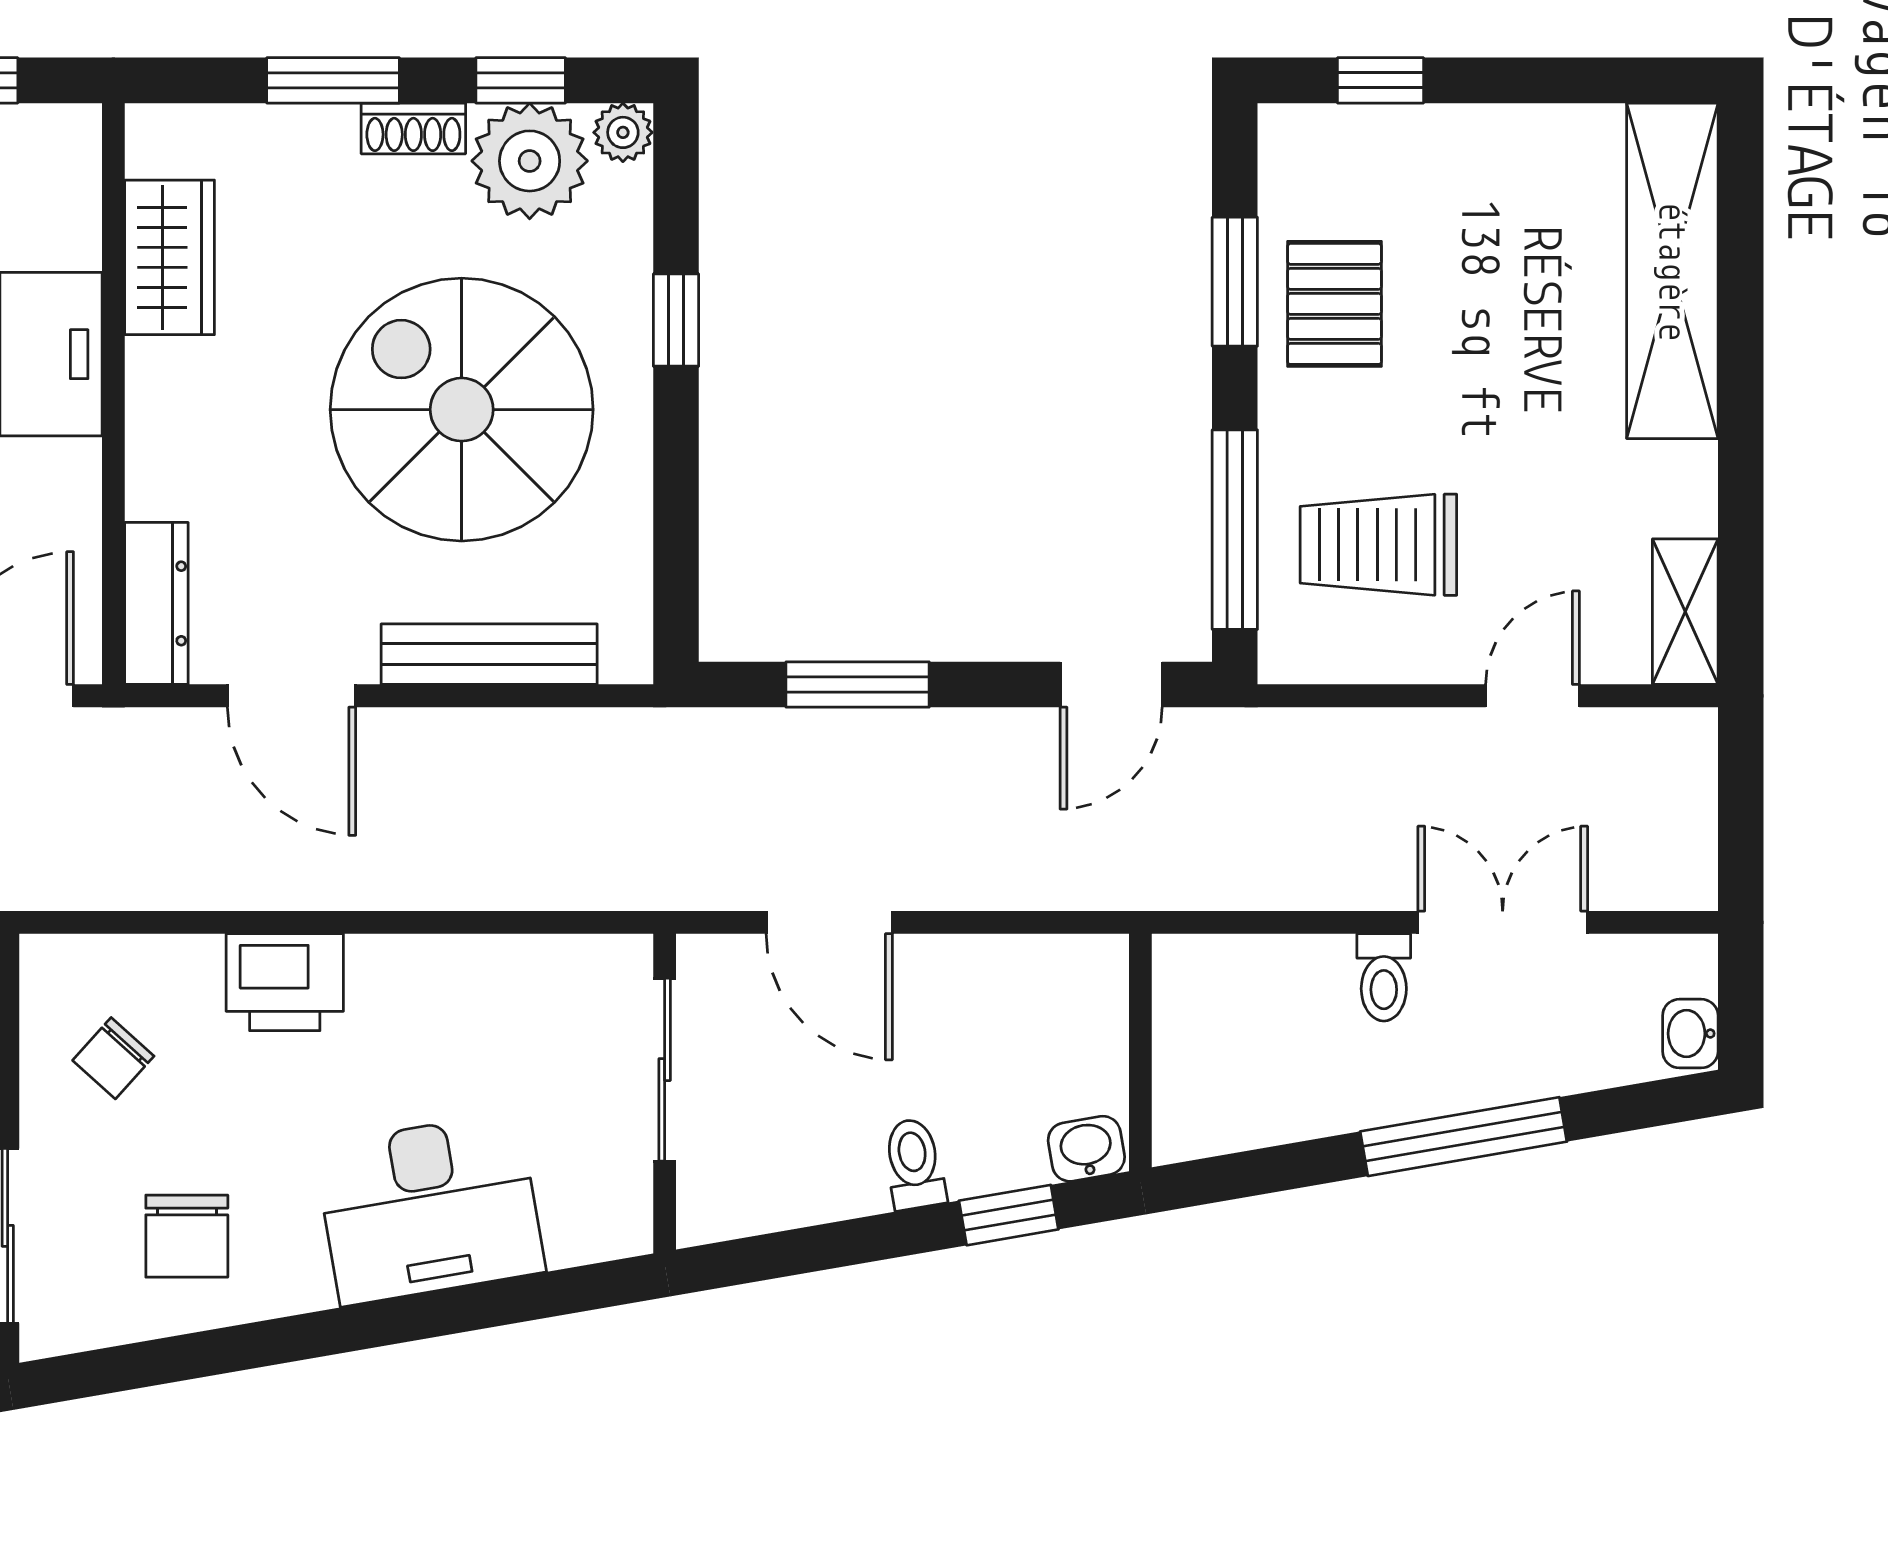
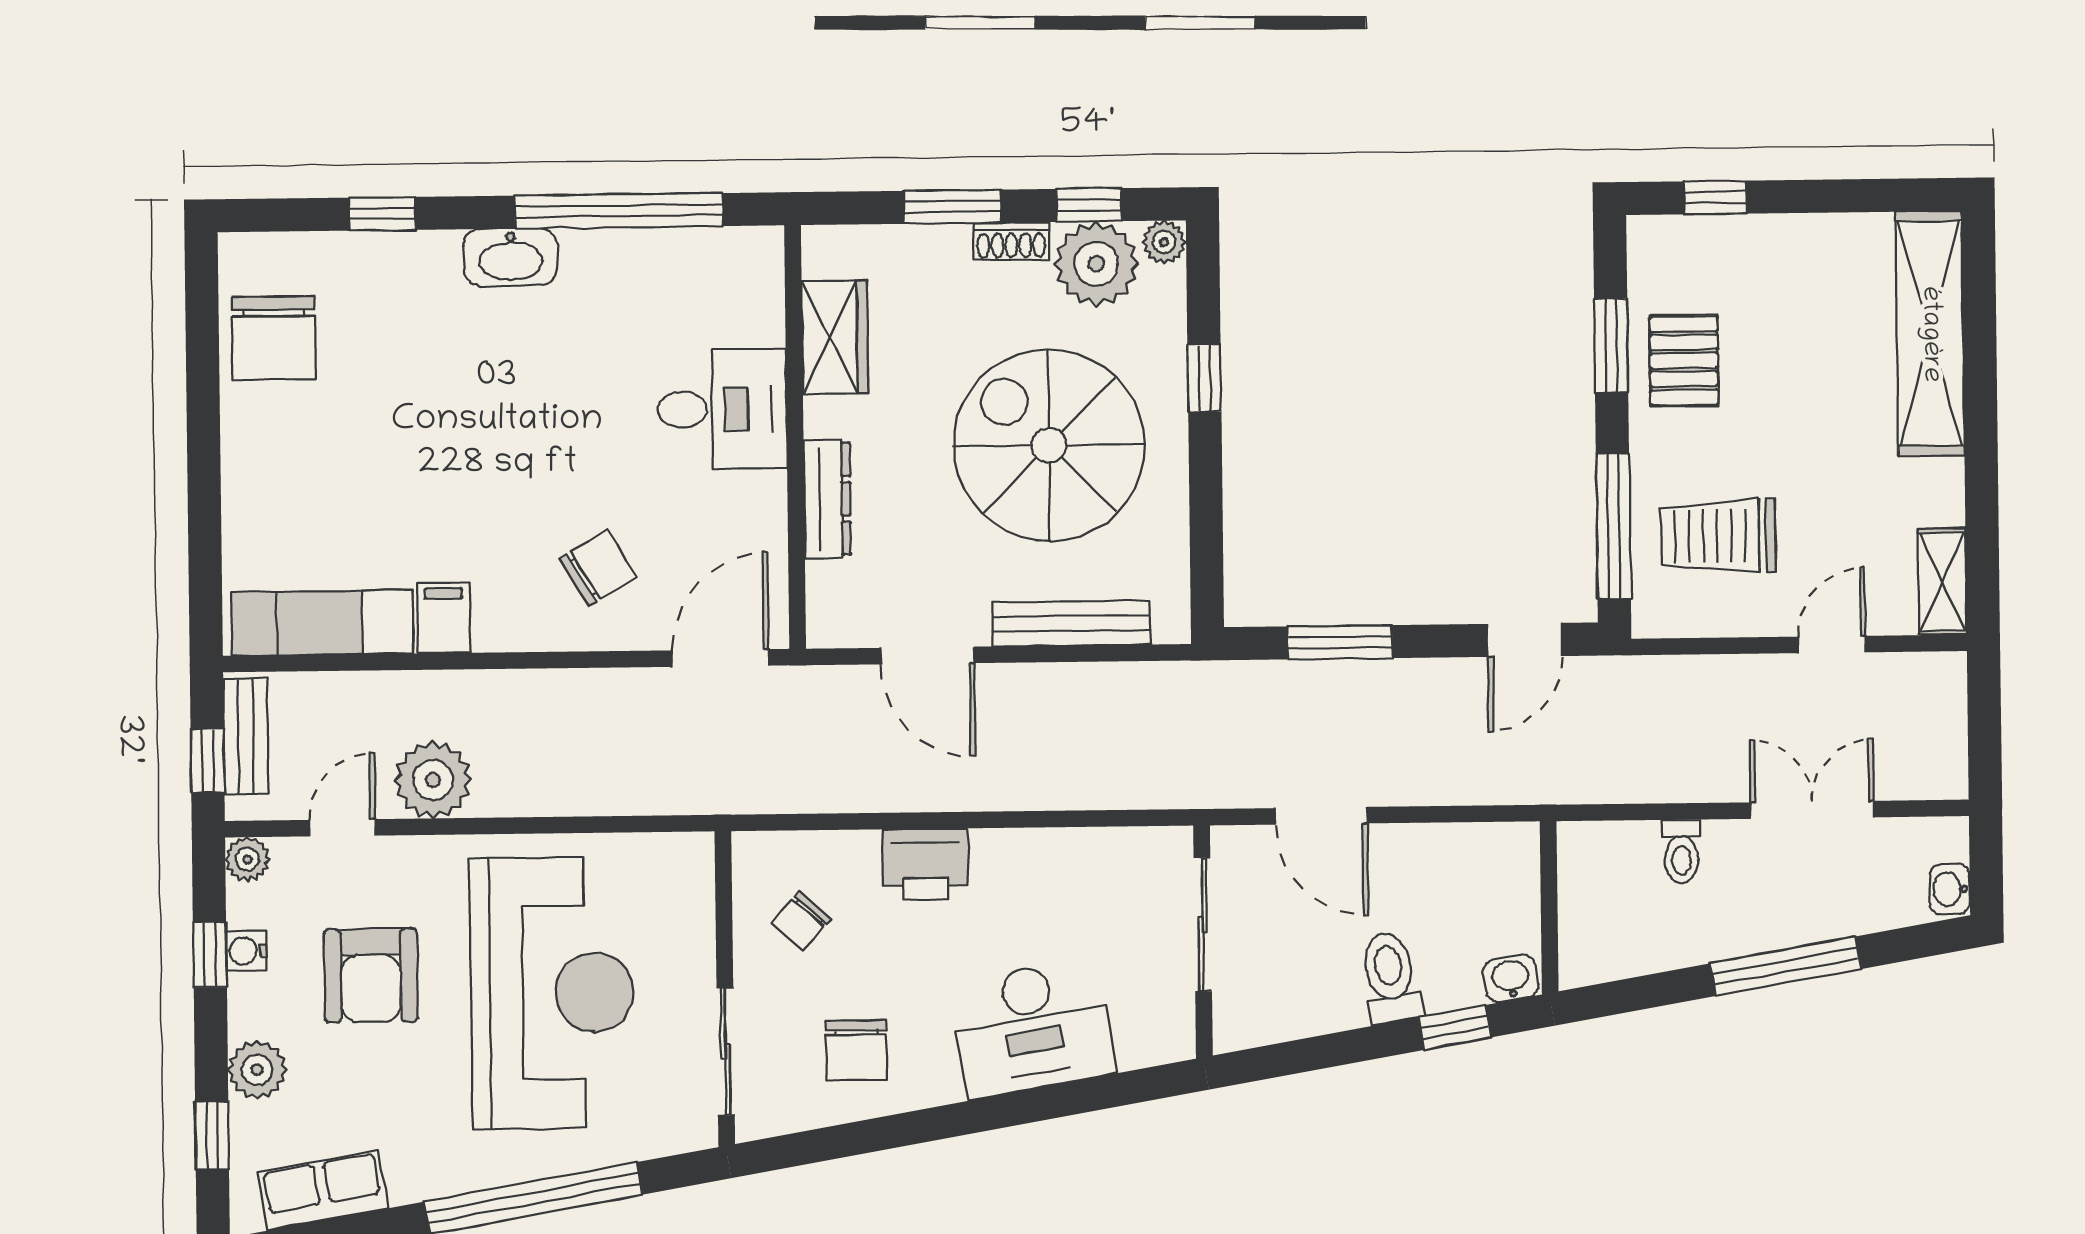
dresser: (156, 603) -> (827, 499), moved
toilet: (1384, 977) -> (1682, 851), moved
toilet: (914, 1164) -> (1390, 978), width x1.37, depth x1.39

